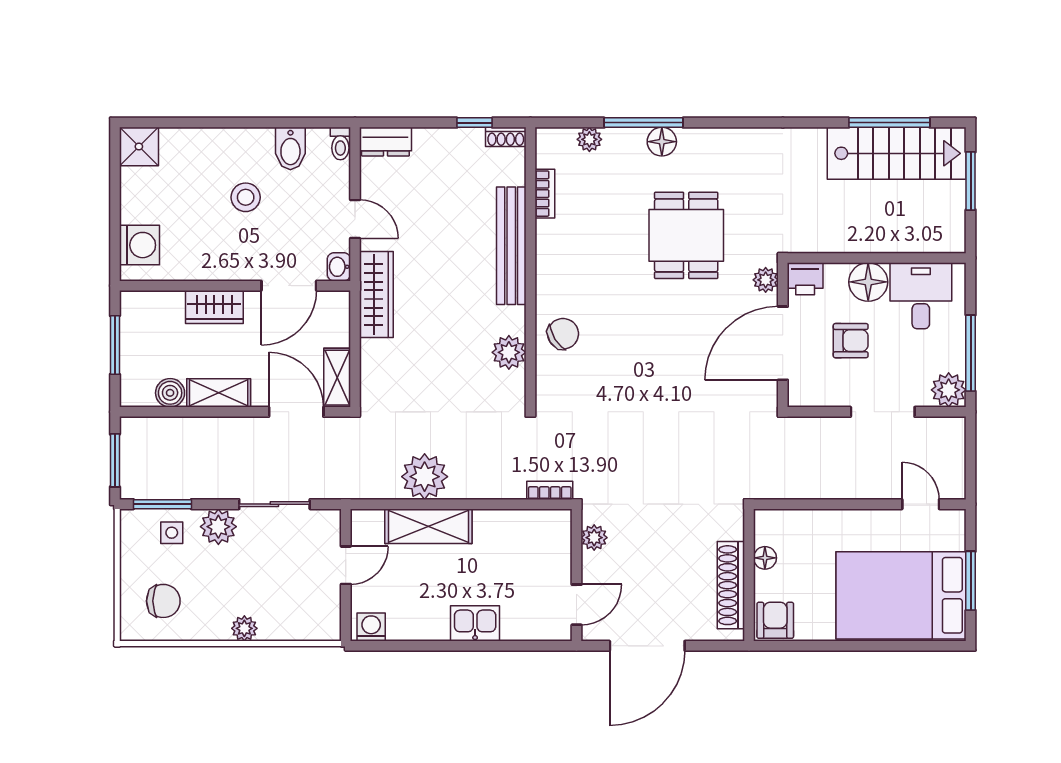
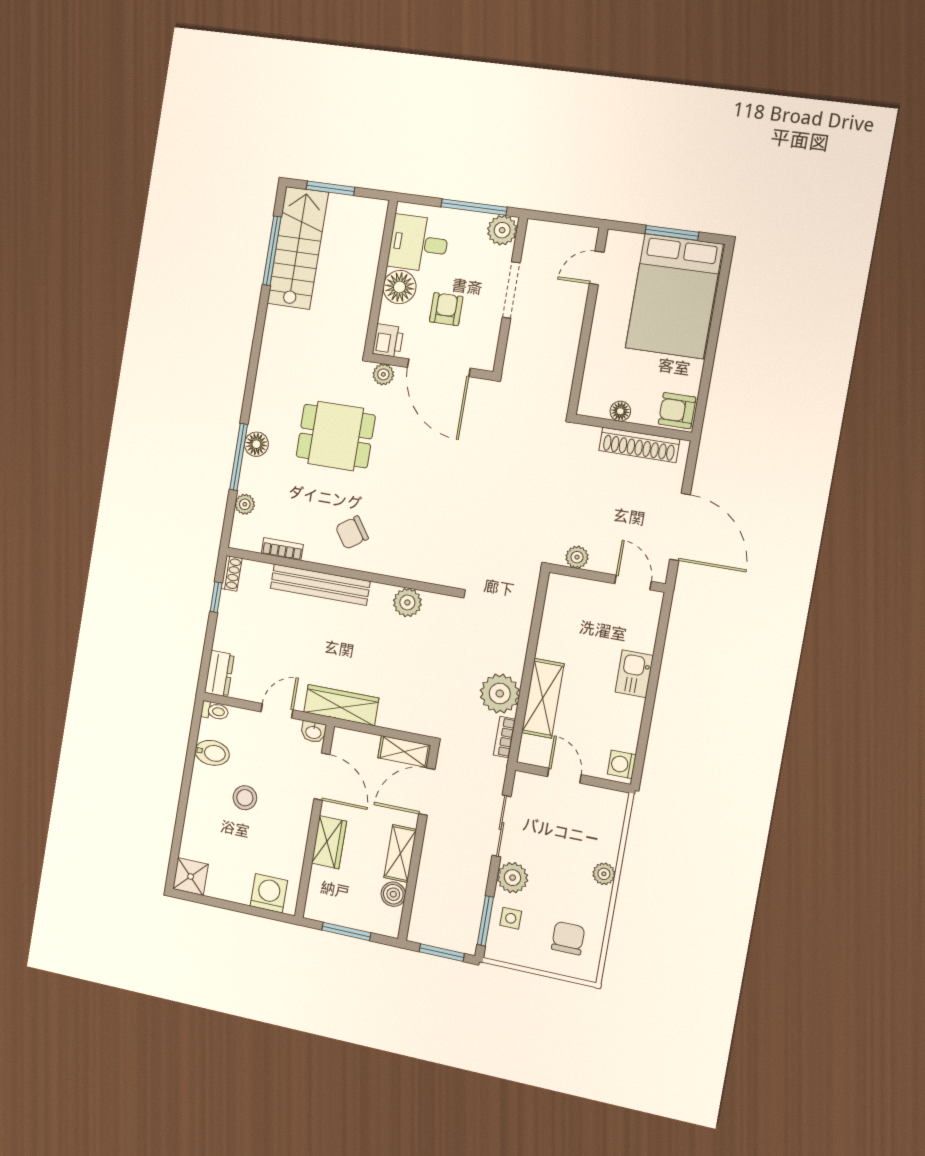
chair: (563, 334) -> (352, 533), moved, turned -93
bookcase: (550, 490) -> (505, 737), moved

